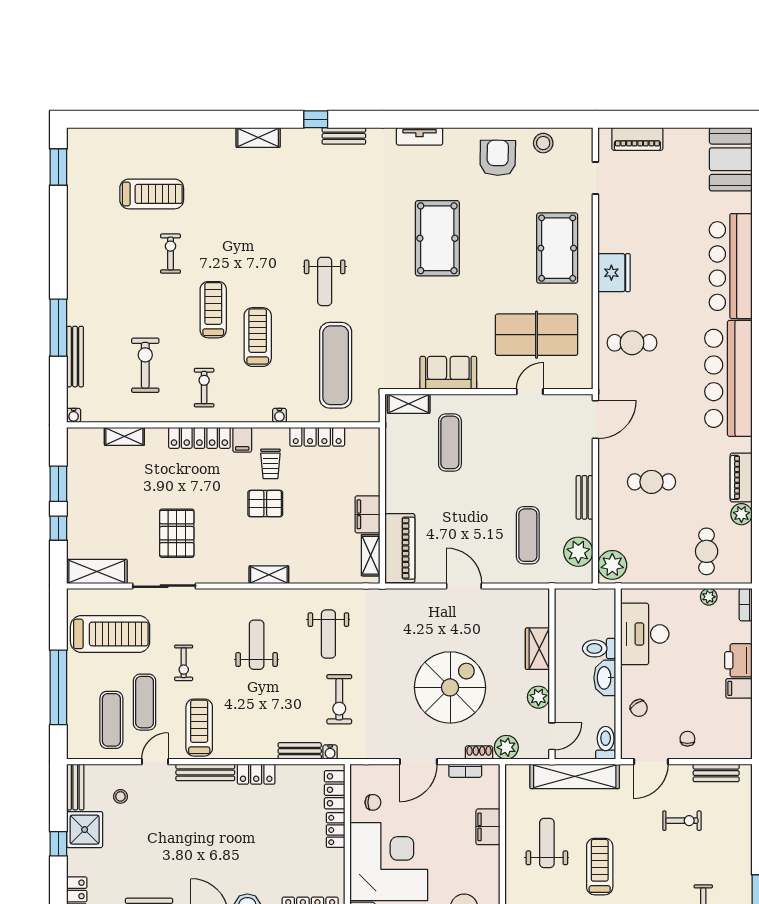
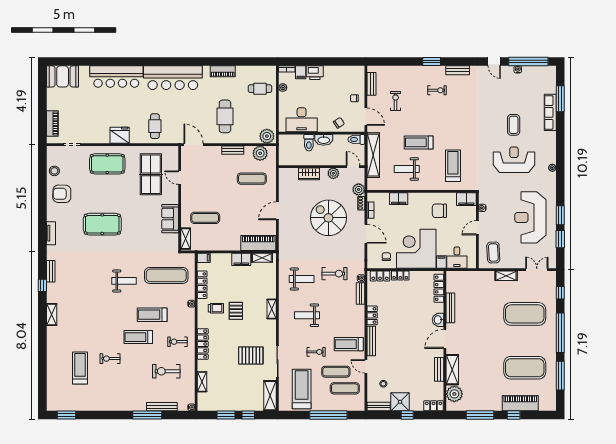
filing cabinet: (242, 440) -> (204, 258), moved
cafe table: (651, 482) -> (225, 116), width x1.37, depth x1.35
plant: (741, 514) -> (241, 71), removed
filing cabinet: (739, 688) -> (301, 72), moved

